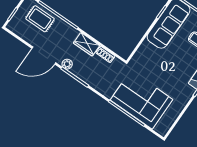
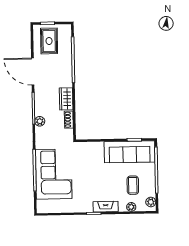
rug: (40, 19) -> (49, 41), moved
plant: (67, 64) -> (40, 121), moved

